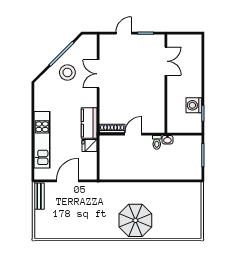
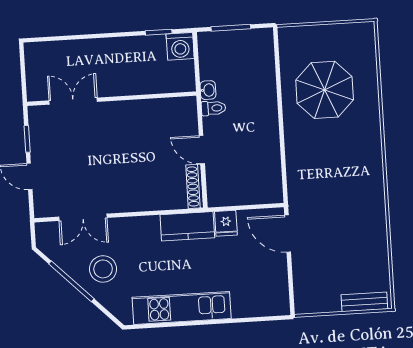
double door: (98, 74) -> (83, 217), moved
washing machine: (194, 105) -> (180, 46), moved
kitchen unit: (42, 140) -> (182, 308), moved
door: (67, 181) -> (288, 234), moved
bench: (39, 196) -> (364, 302), moved
parasol: (135, 220) -> (325, 90), moved

